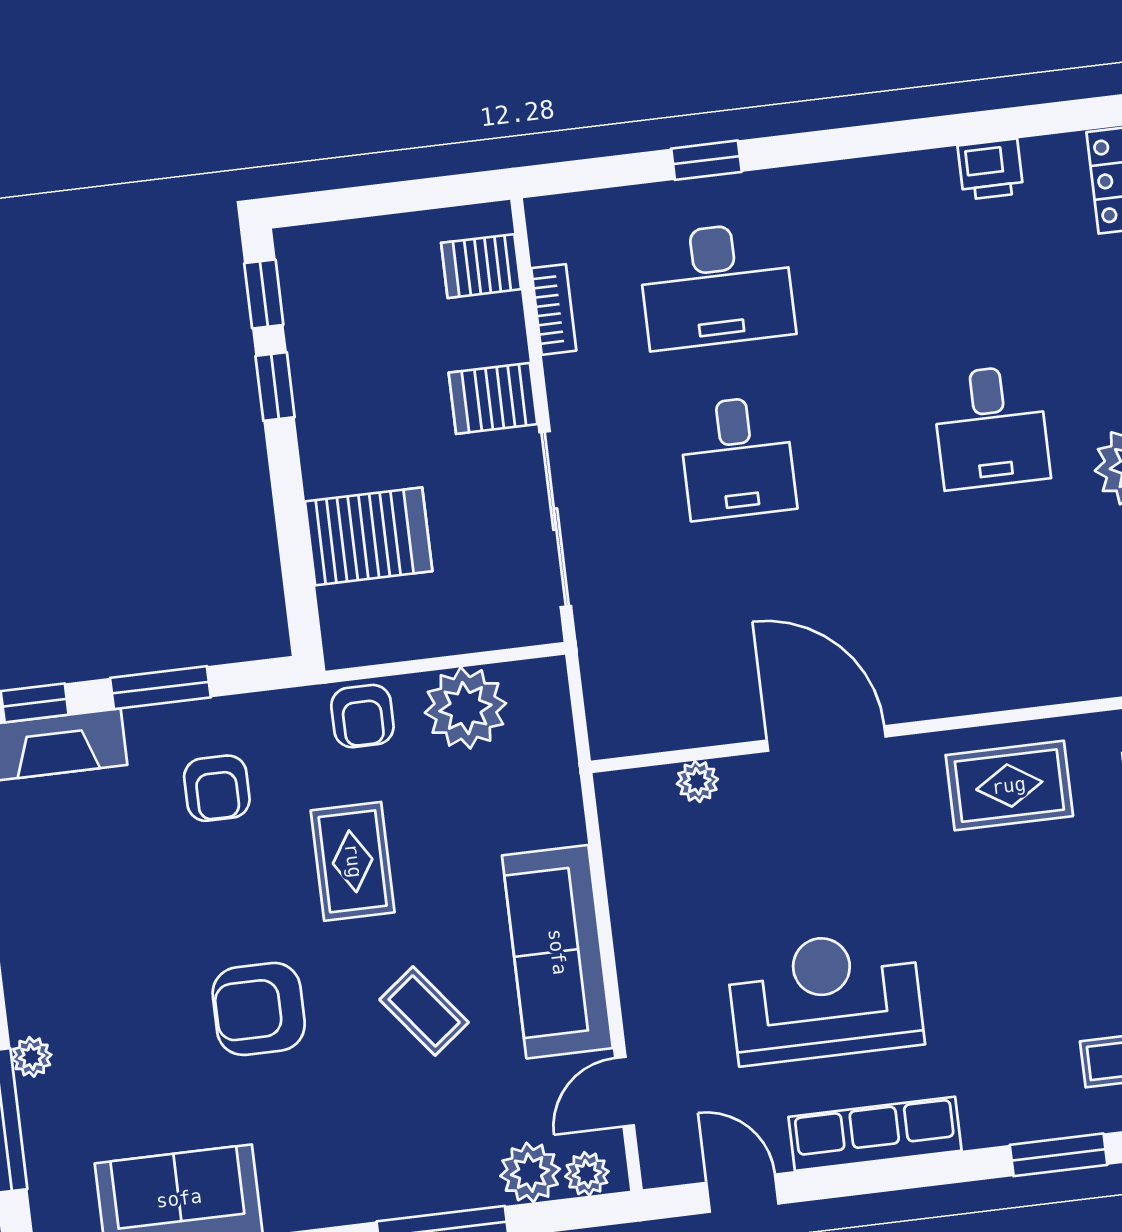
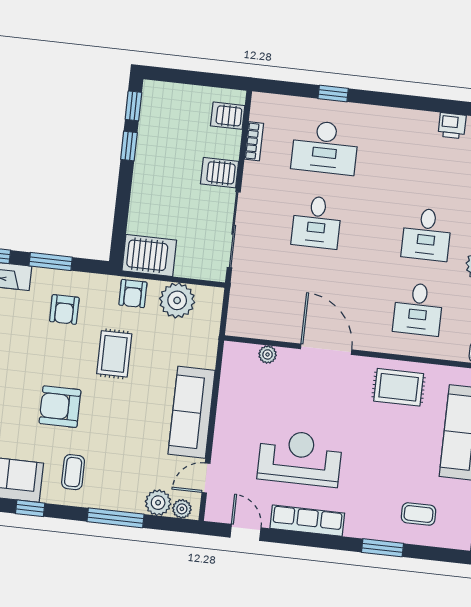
server rack: (369, 536) -> (149, 255), moved
desk: (1012, 599) -> (418, 309), added
coffee table: (424, 1011) -> (73, 472), moved, turned 38

